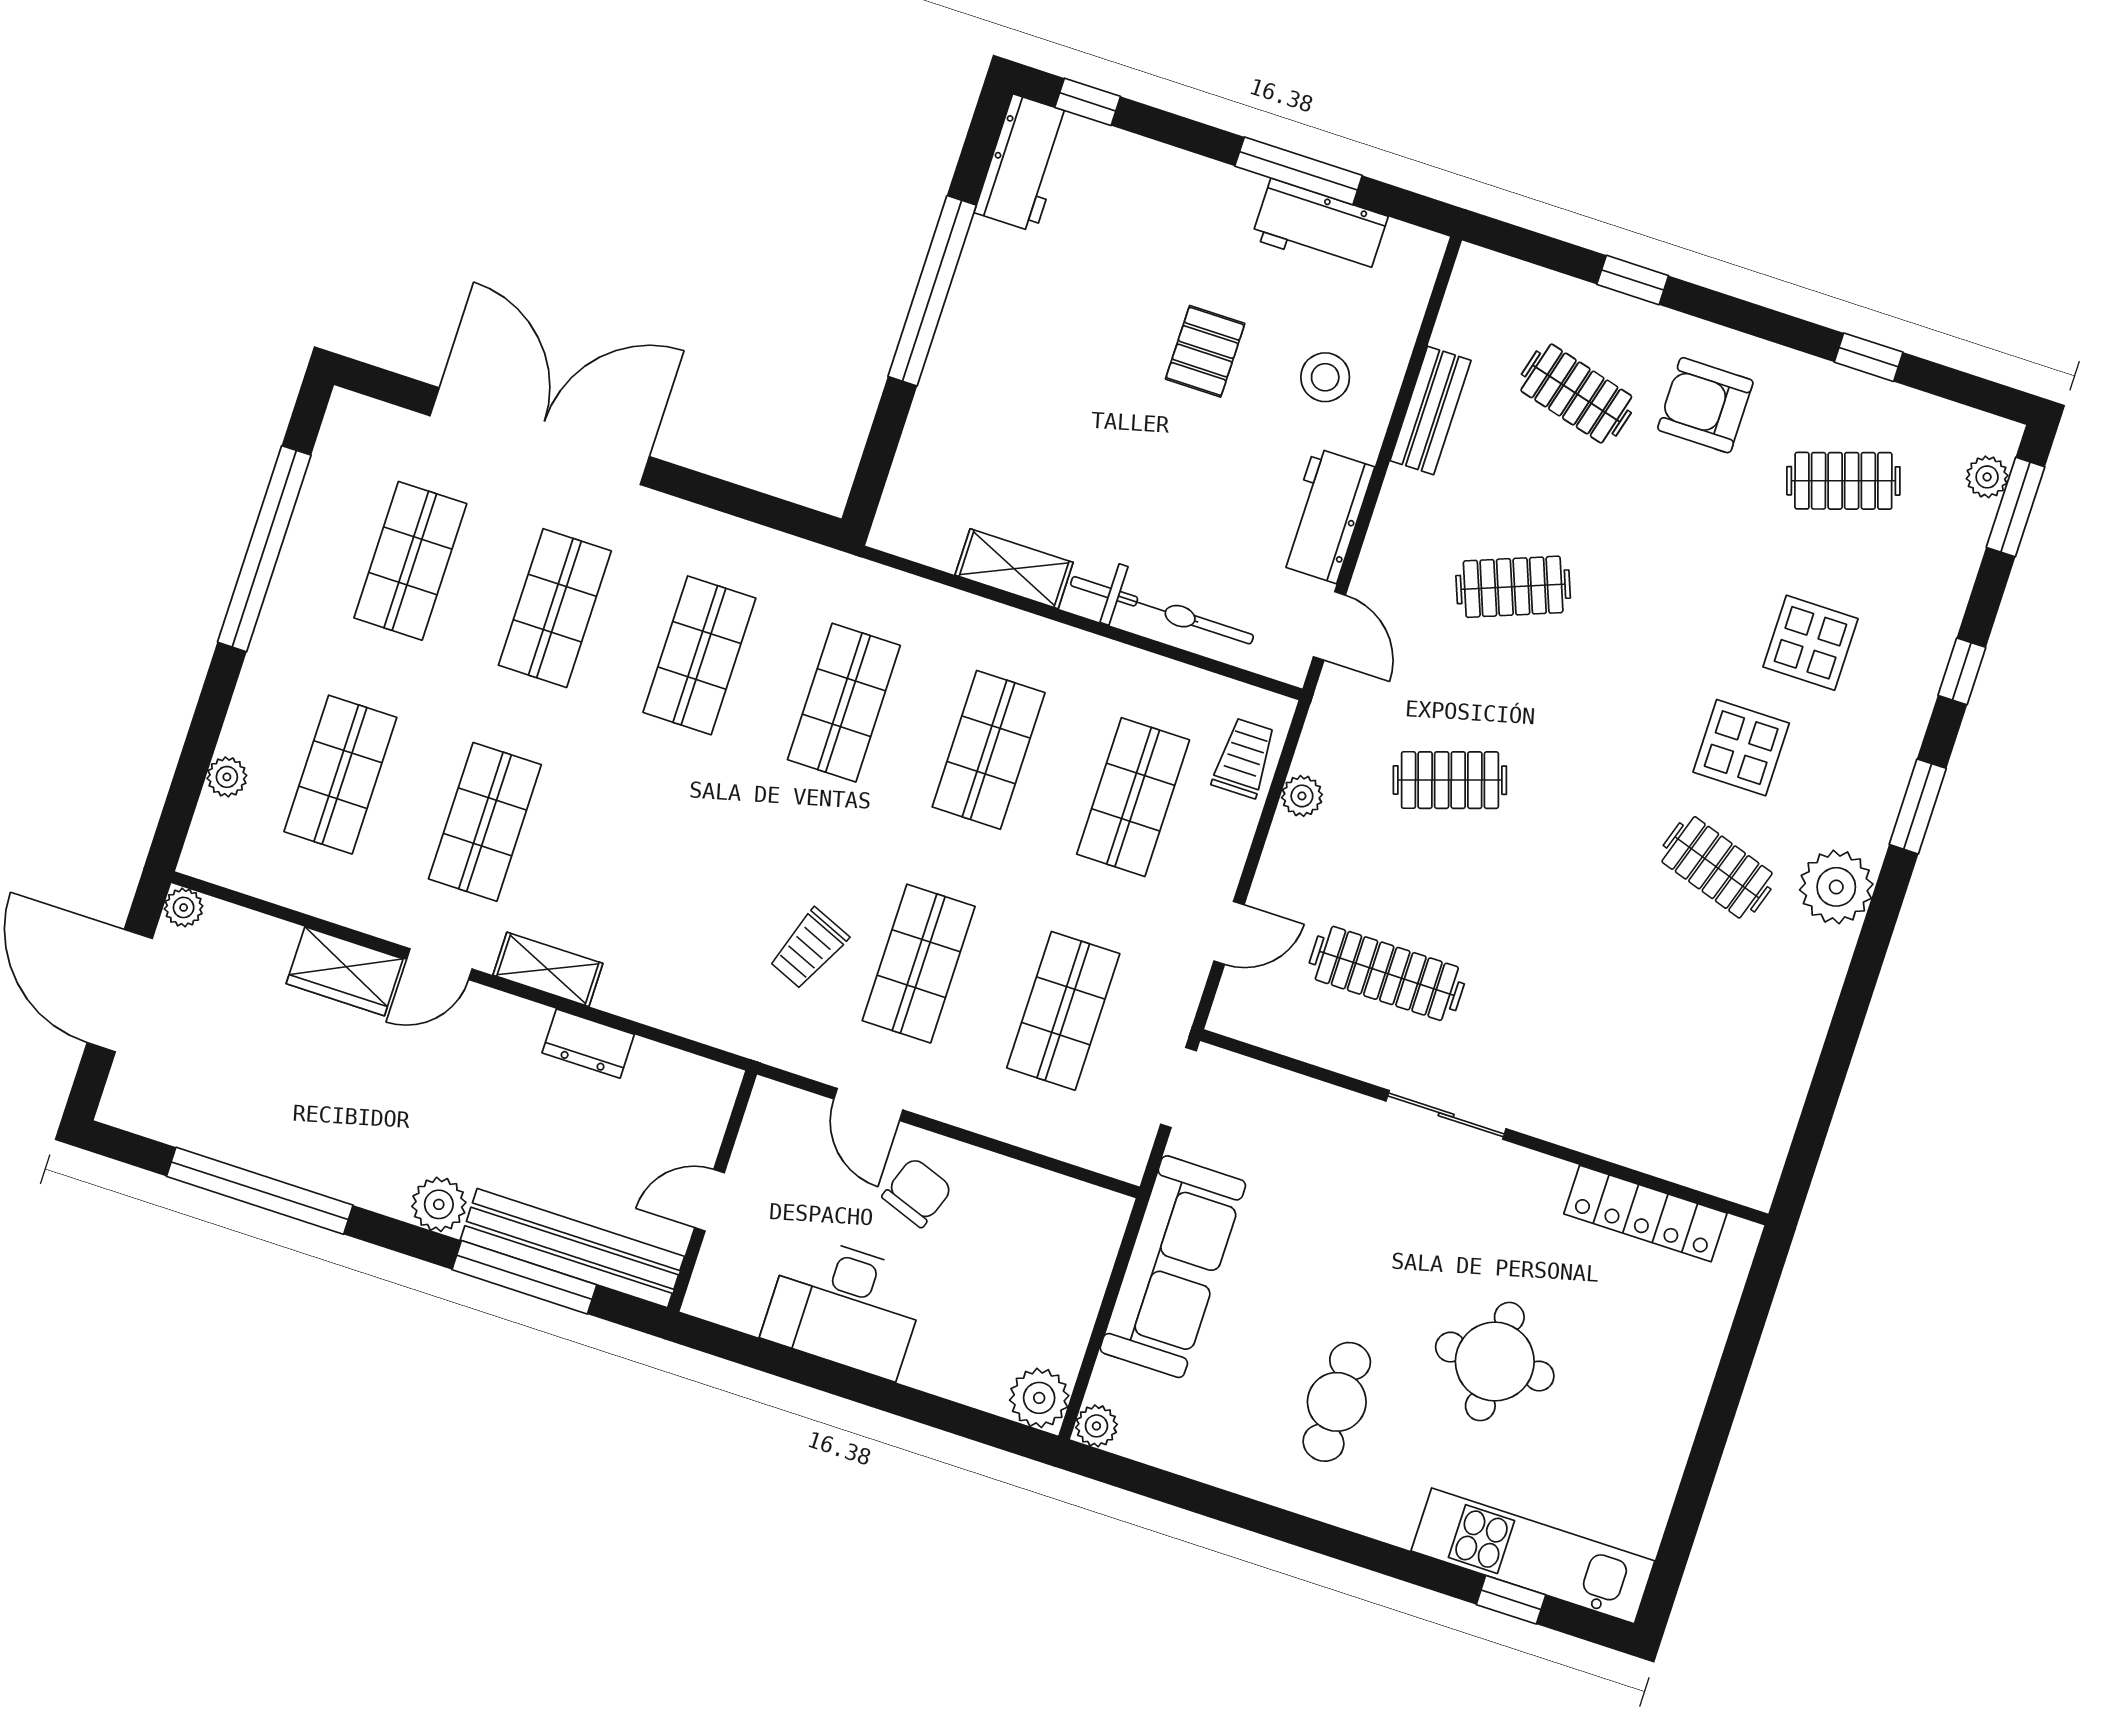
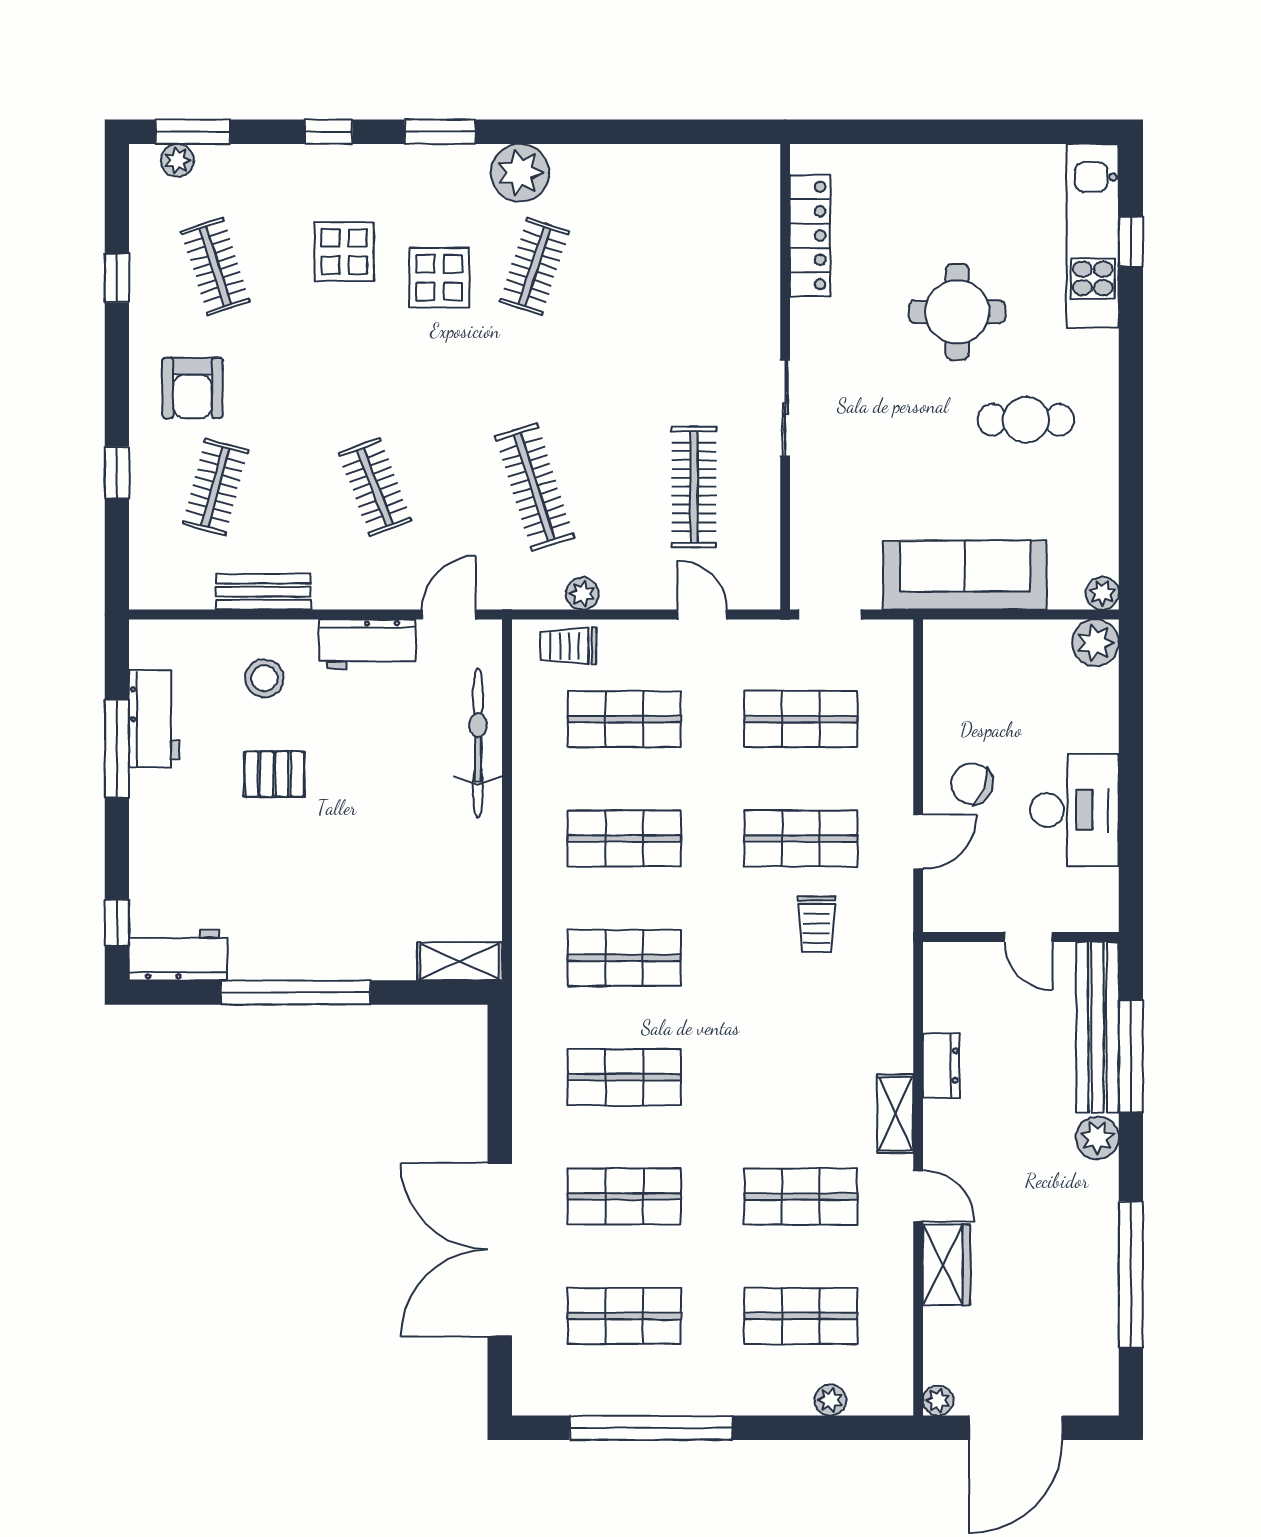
shelving: (1014, 569) -> (460, 961), moved, turned 90
clothes rail: (1450, 780) -> (534, 487), width x1.36
trolley: (809, 949) -> (816, 924), turned 67

